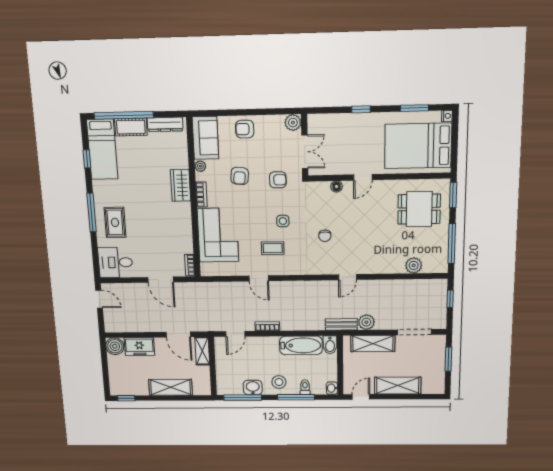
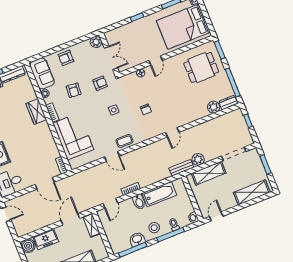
coffee table: (273, 248) -> (124, 141), moved
dresser: (435, 267) -> (228, 103), added
door: (178, 334) -> (70, 219), swing flipped
bidet: (330, 345) -> (139, 202), moved
shelving: (398, 386) -> (252, 192), moved

